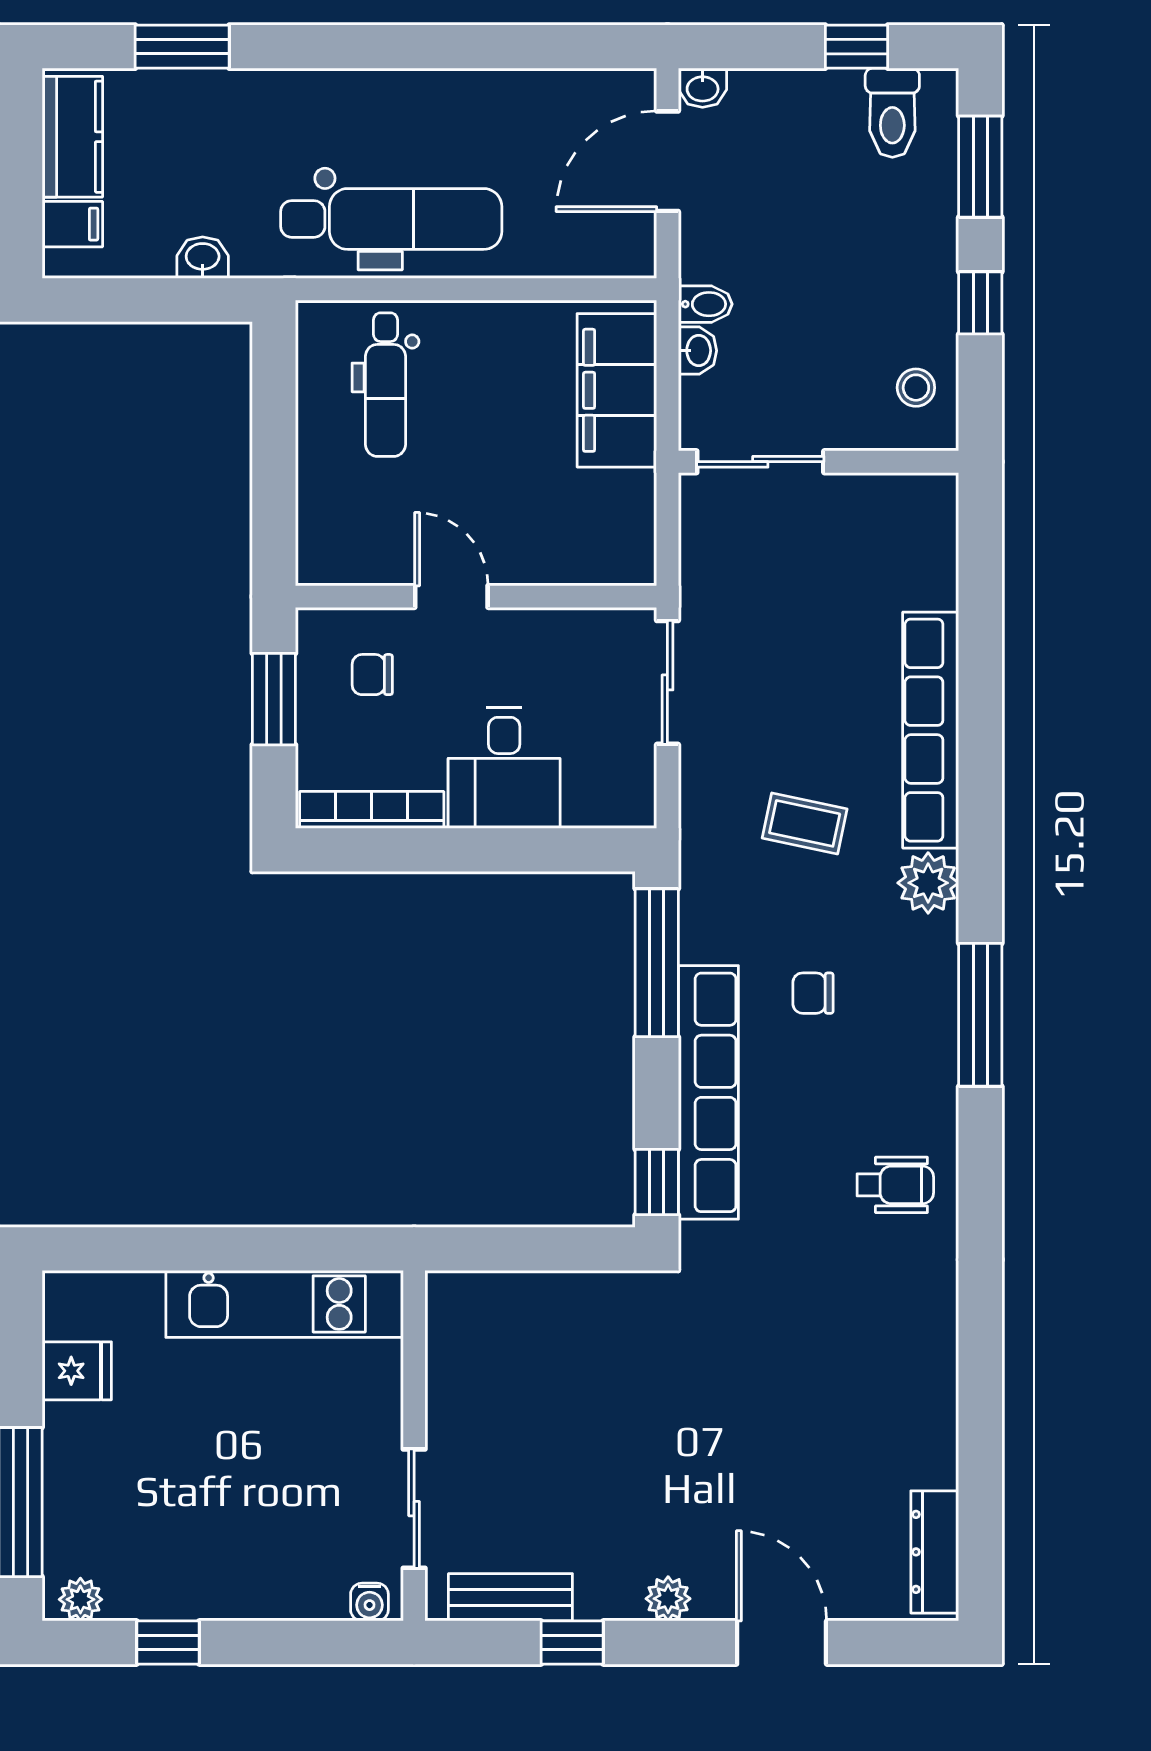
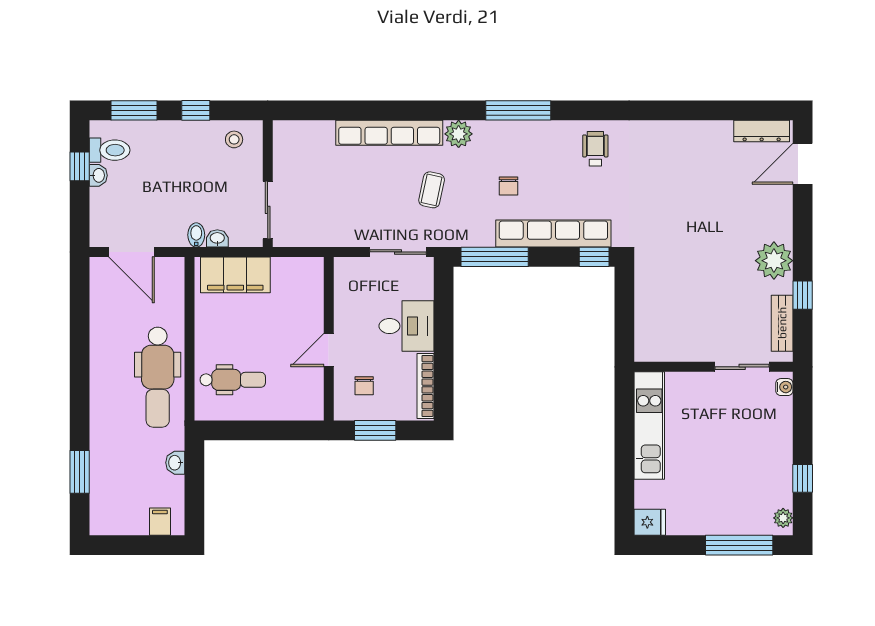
washbasin: (703, 88) -> (98, 175), moved
kitchen counter: (72, 137) -> (120, 522), removed
dental chair: (391, 219) -> (158, 377), turned 180
sliding door: (667, 682) -> (398, 252), moved
fridge: (77, 1371) -> (650, 522), moved, turned 90
plant: (668, 1599) -> (774, 261), width x1.88, depth x1.88
door: (782, 1642) -> (803, 164), moved

